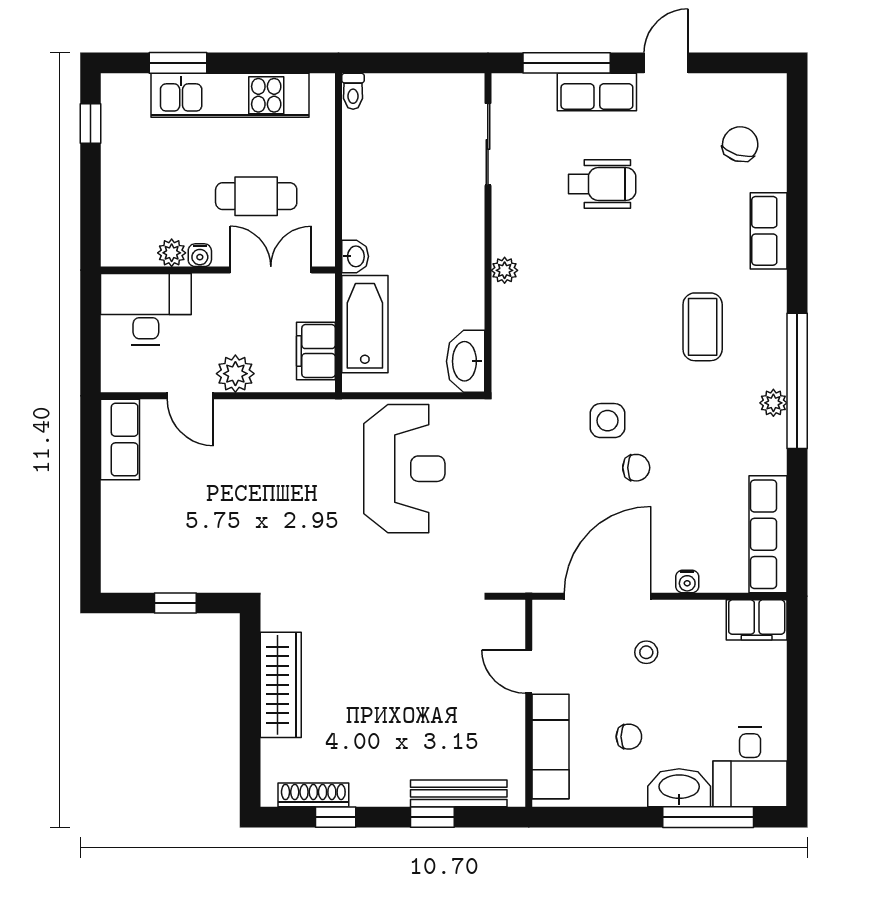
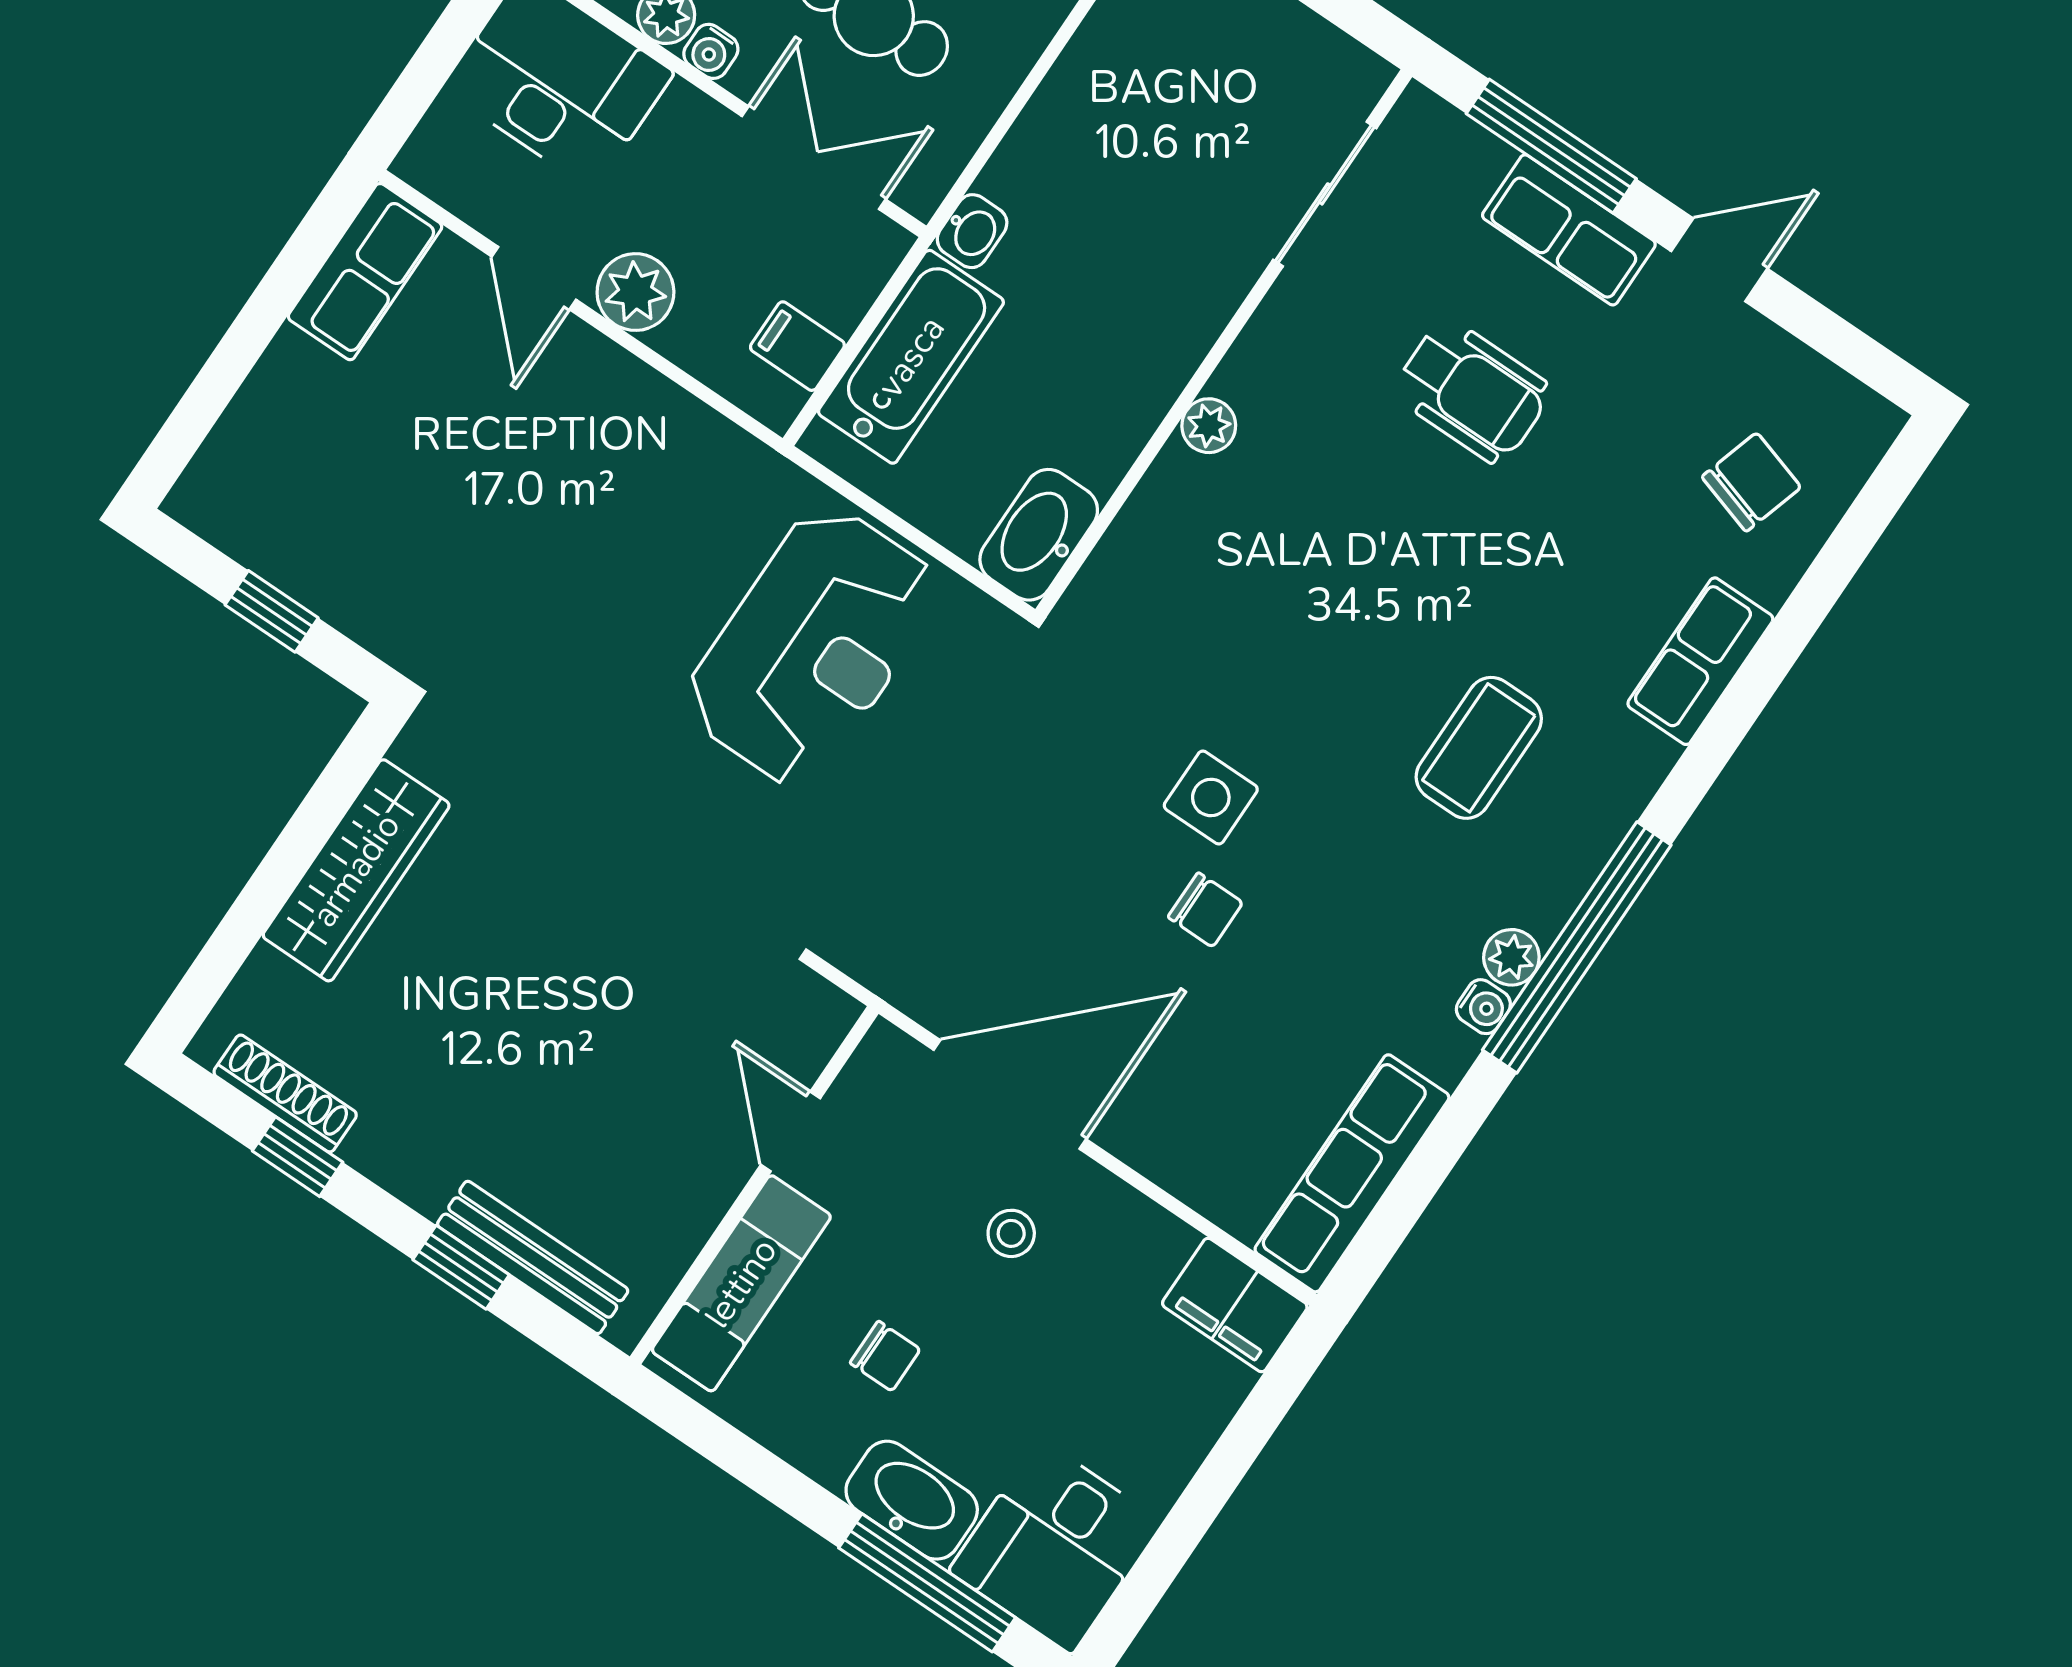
filing cabinet: (316, 351) -> (797, 346), width x0.50
water cooler: (687, 581) -> (1483, 1007), moved, turned -90

